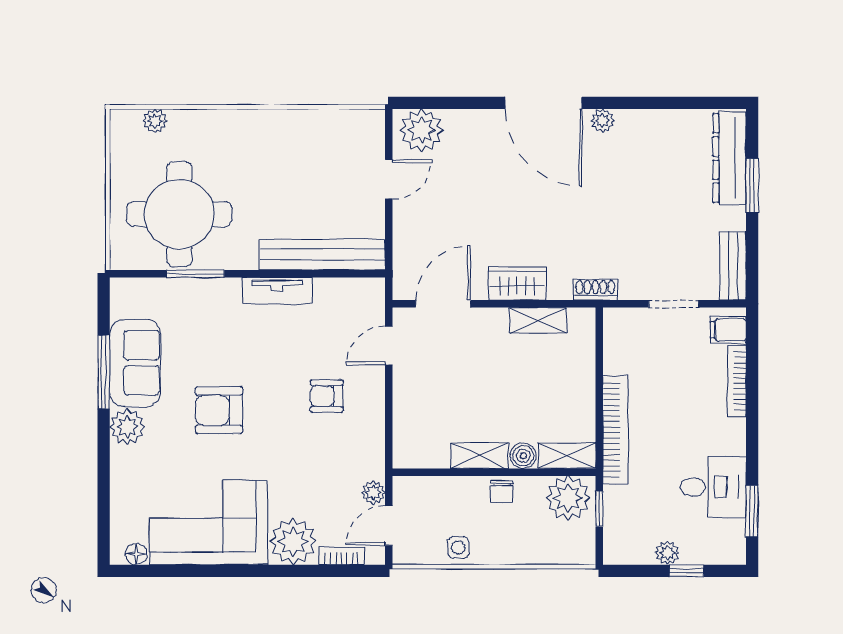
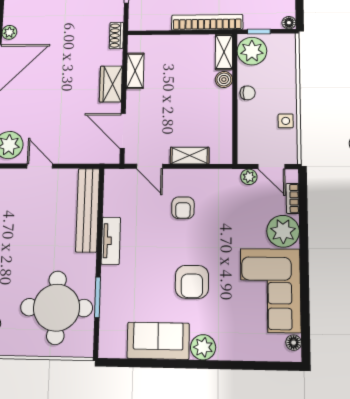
window: (104, 372) -> (164, 364), removed
shelving: (479, 456) -> (190, 156), moved, turned 90
floor lamp: (613, 555) -> (289, 23), added

